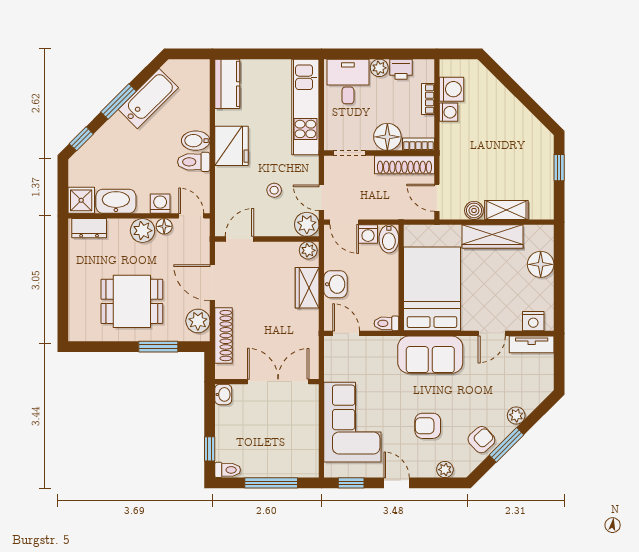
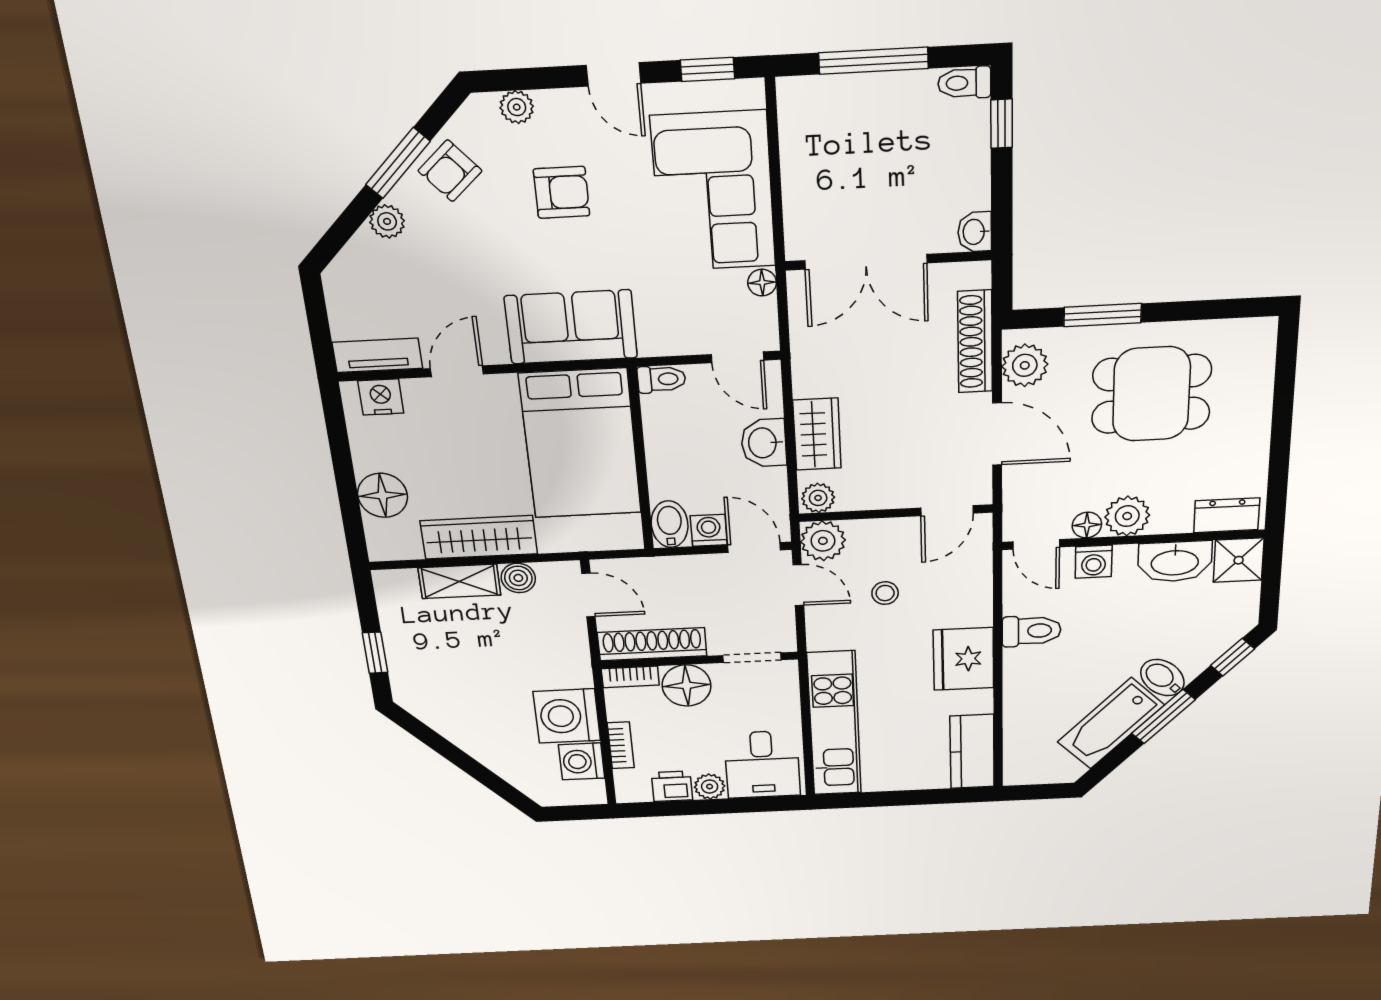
washing machine: (449, 112) -> (567, 716), width x1.89, depth x1.89
bidet: (196, 141) -> (1162, 678), moved, turned -135
floor lamp: (331, 373) -> (762, 283), added

